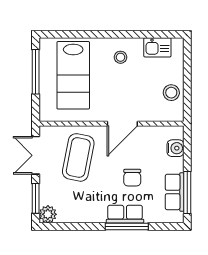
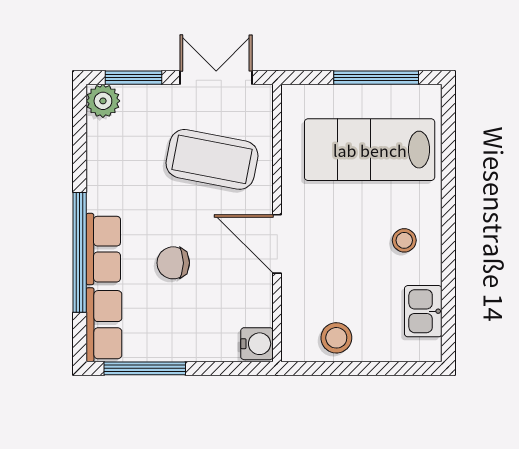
water cooler: (175, 148) -> (257, 344), moved, turned -90
row of seats: (175, 192) -> (104, 325), moved, turned 90
window: (127, 226) -> (80, 252), width x1.46

